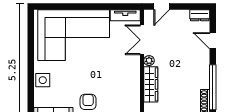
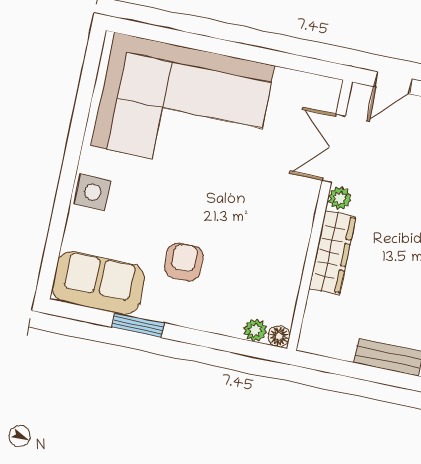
tv unit: (125, 15) -> (308, 86), removed

